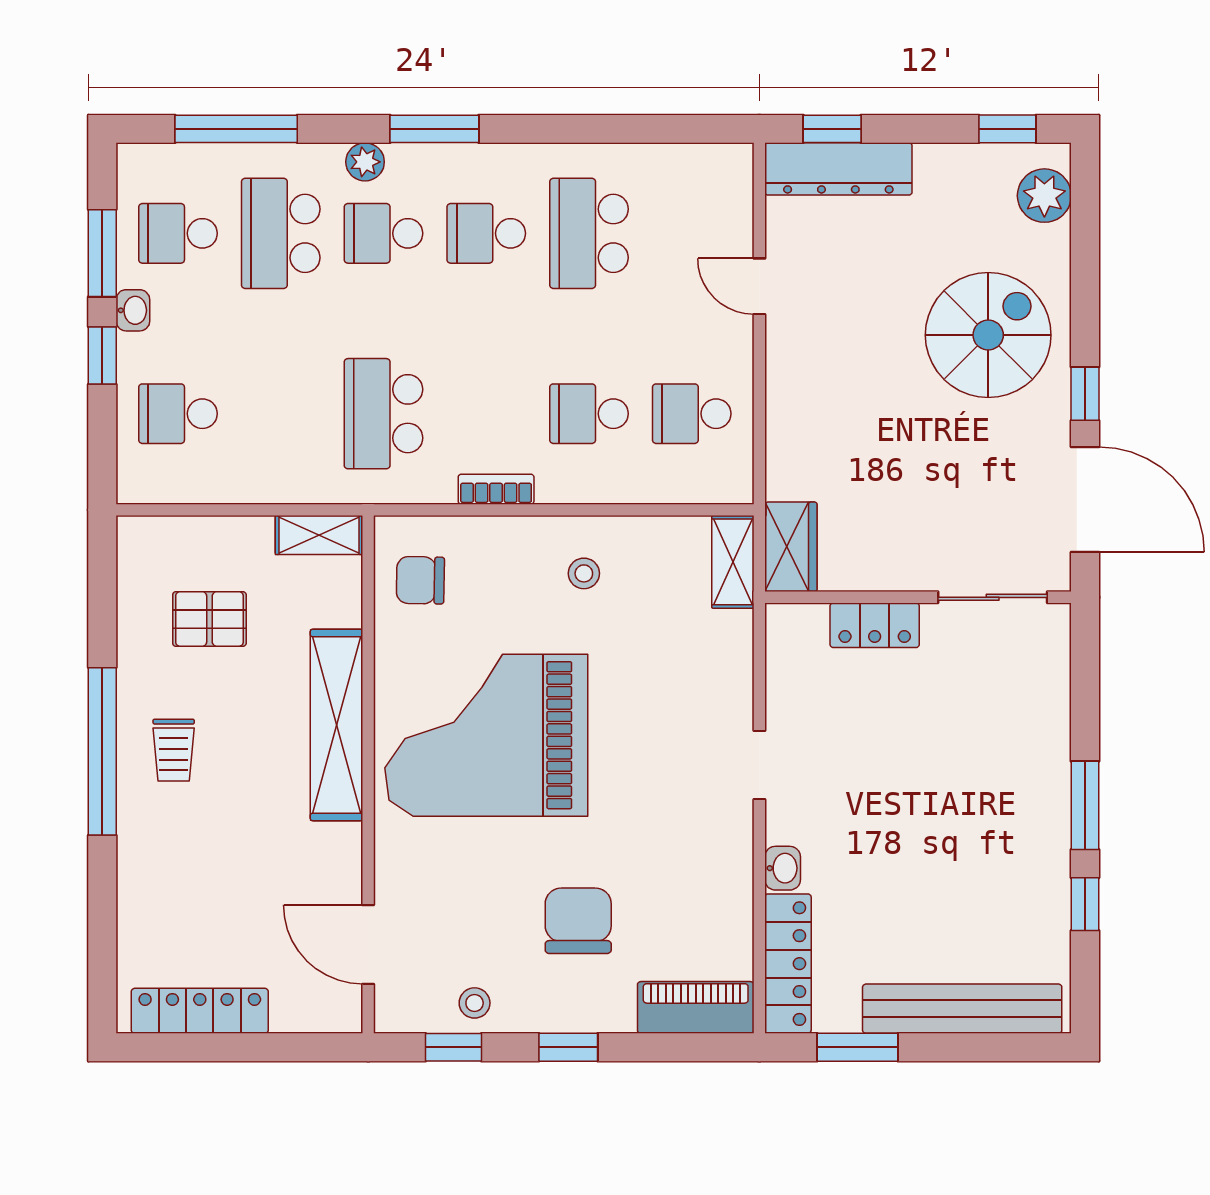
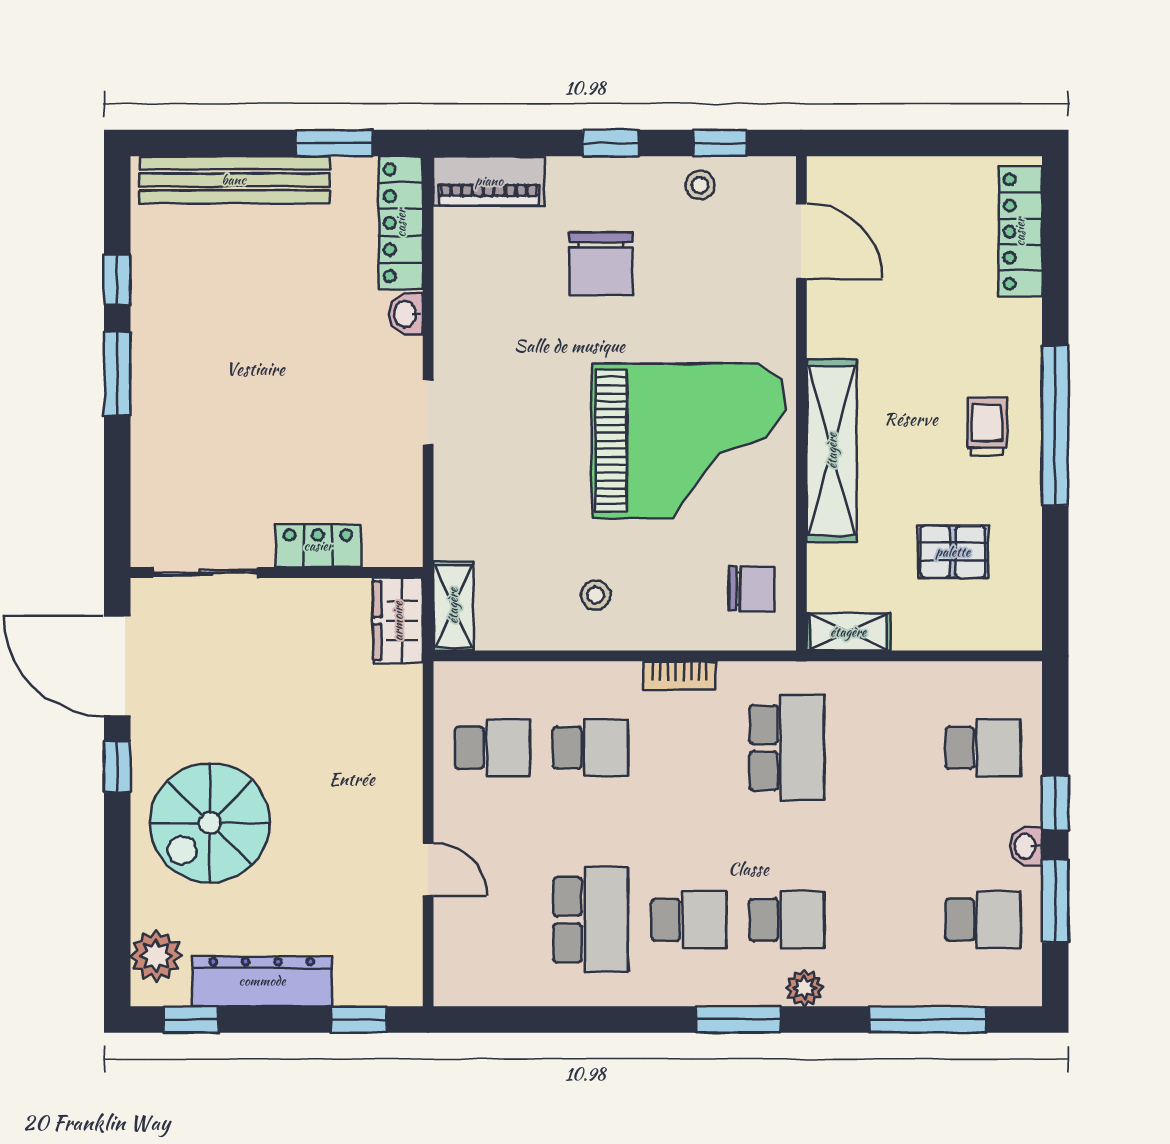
dresser: (838, 169) -> (262, 981), moved
school desk: (281, 233) -> (885, 920), removed
locker: (200, 1011) -> (1020, 232), moved, turned 90

